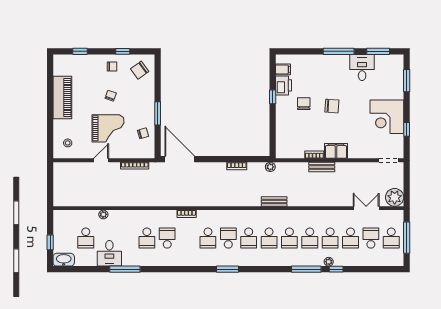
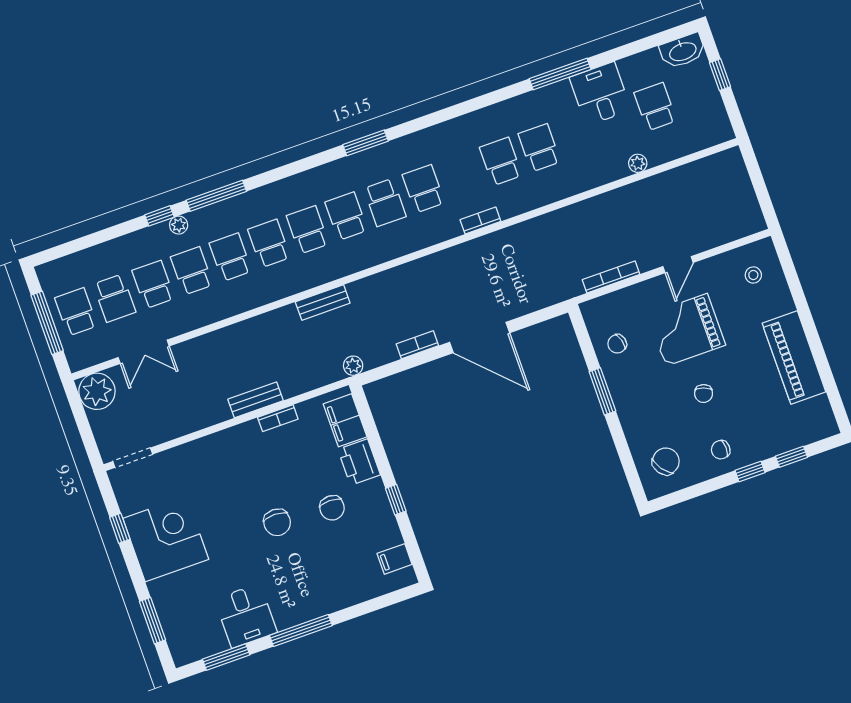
window: (123, 51) -> (750, 471), moved
printer: (284, 85) -> (359, 462), moved
chair: (332, 106) -> (277, 522), turned -94
filing cabinet: (336, 151) -> (345, 420), moved, turned 90
door: (180, 159) -> (480, 337), moved
school desk: (167, 238) -> (501, 161), turned 180

